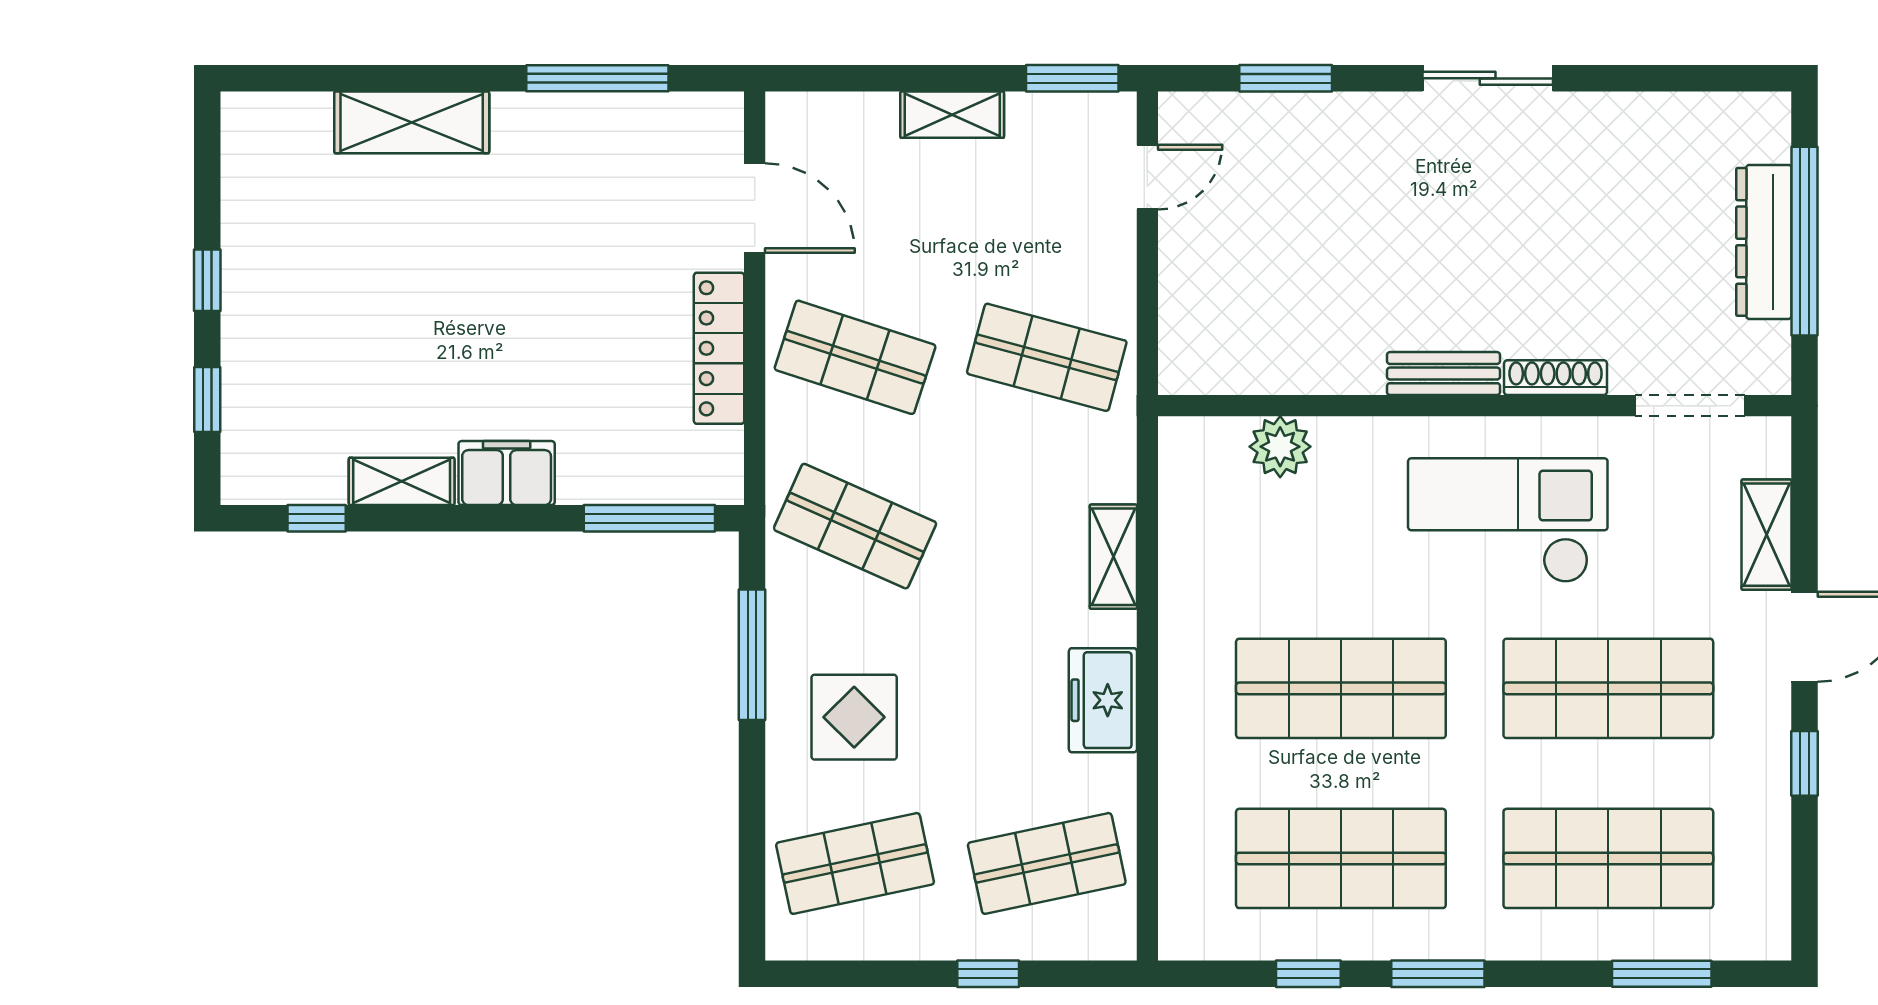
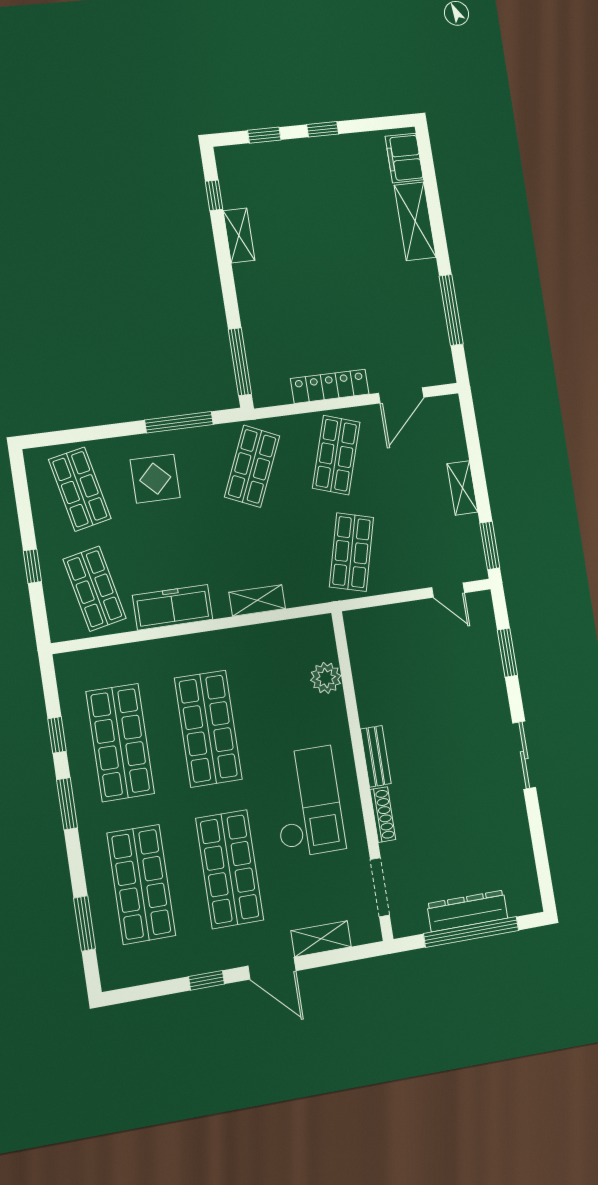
filing cabinet: (507, 473) -> (404, 158), moved, turned 180
freezer: (1103, 700) -> (173, 607), width x1.40

